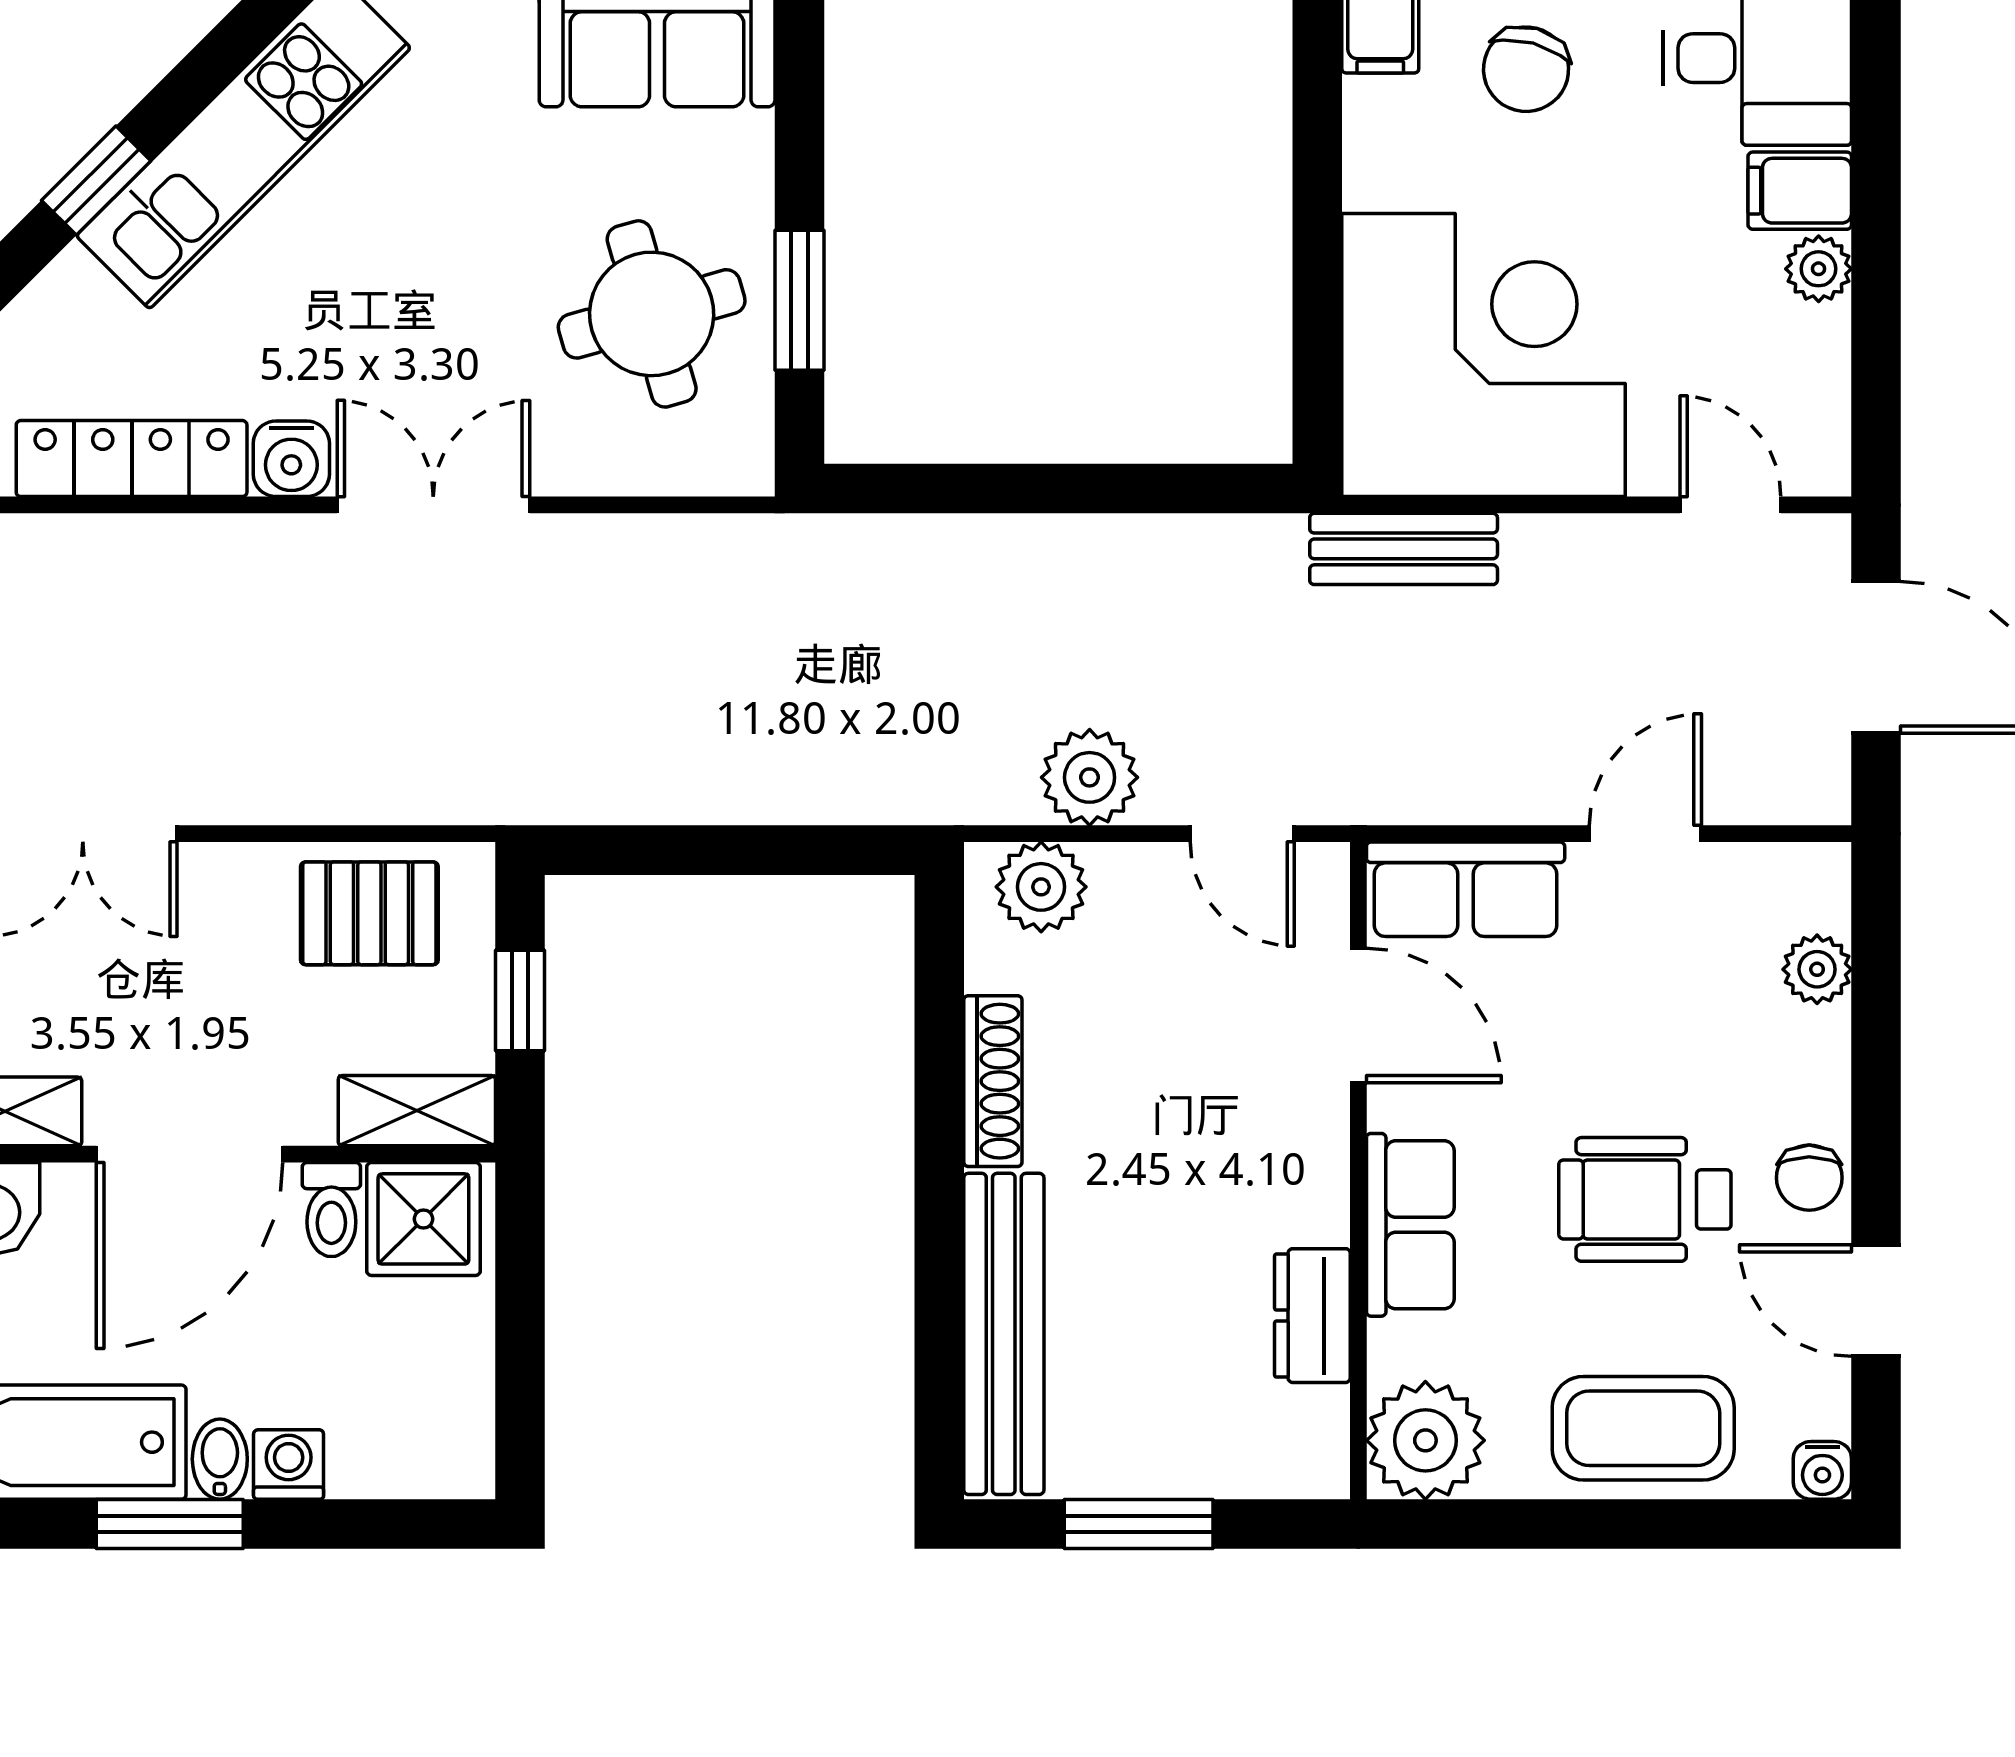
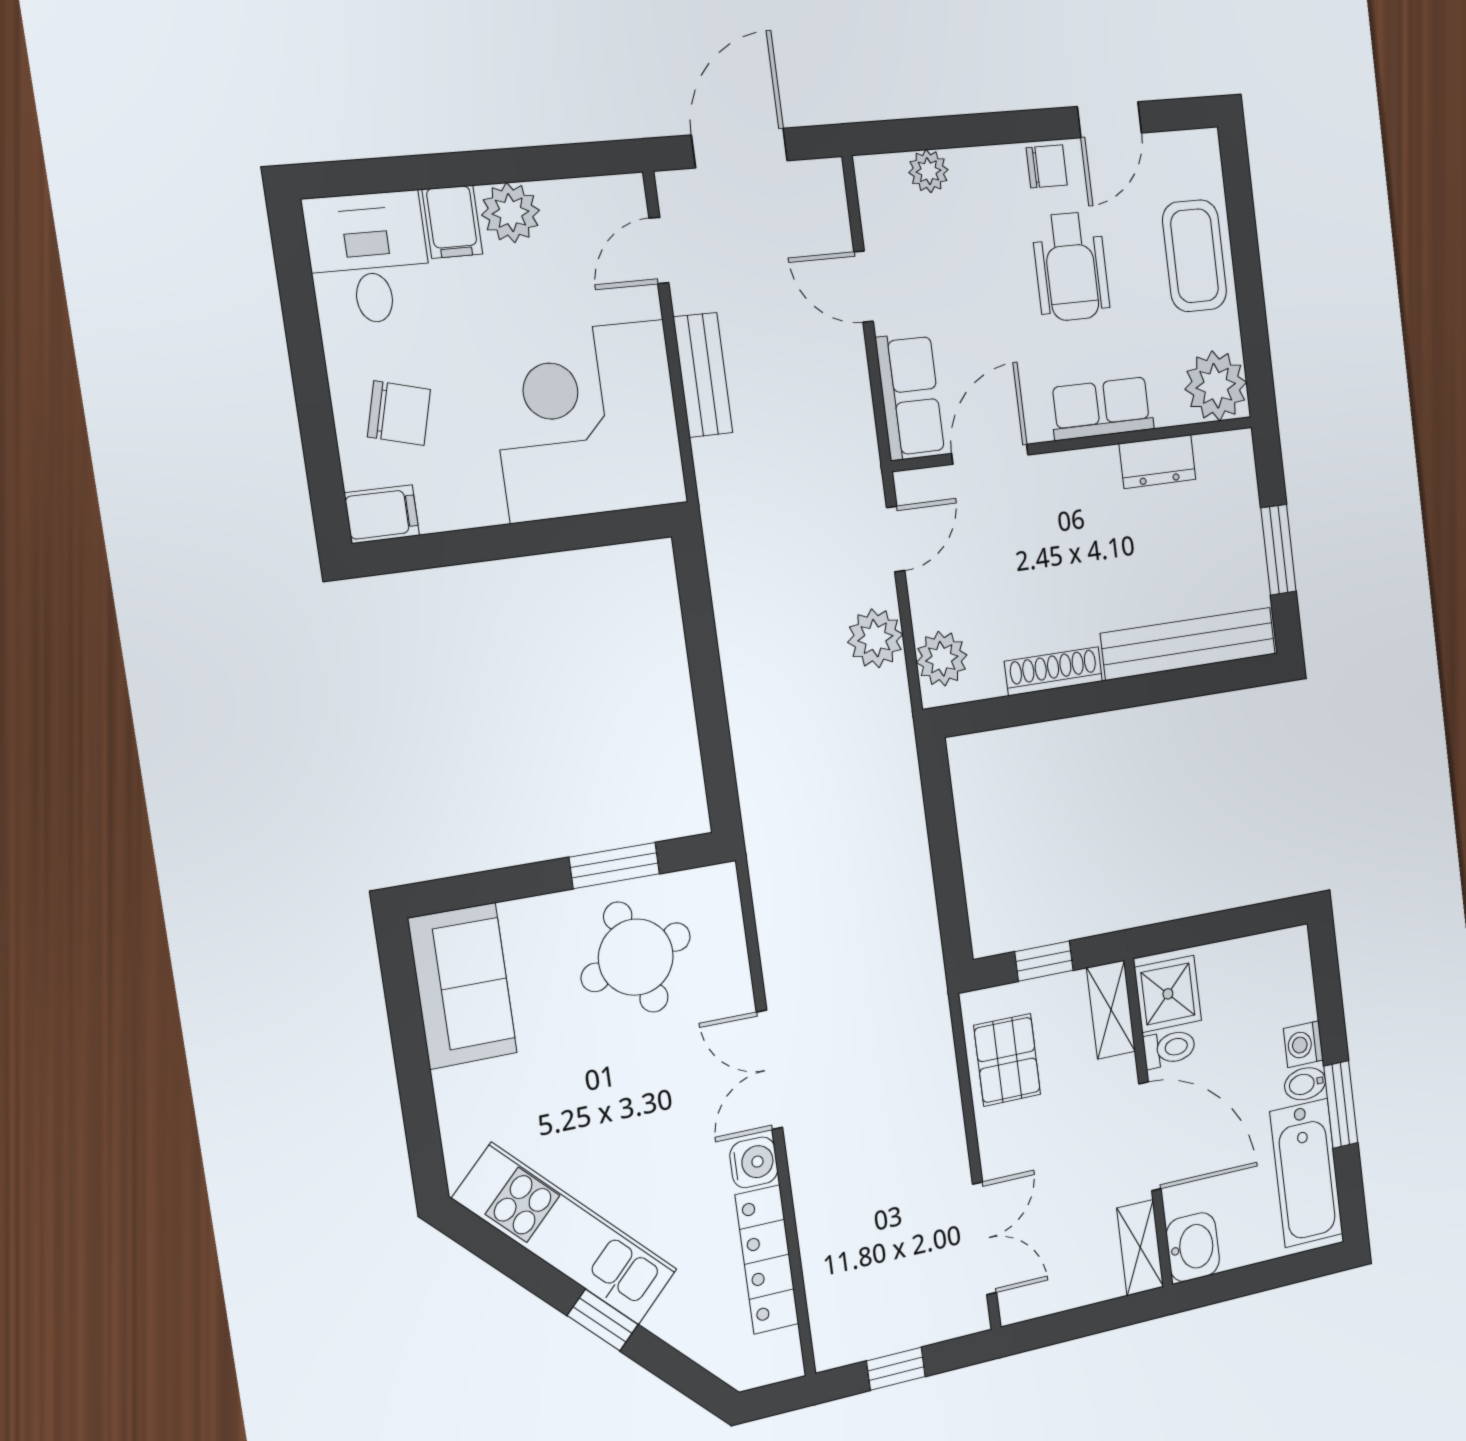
plant: (1819, 269) -> (511, 213), width x1.38, depth x1.38
bench: (1404, 549) -> (703, 375), moved
water cooler: (1822, 1470) -> (1205, 145), removed

